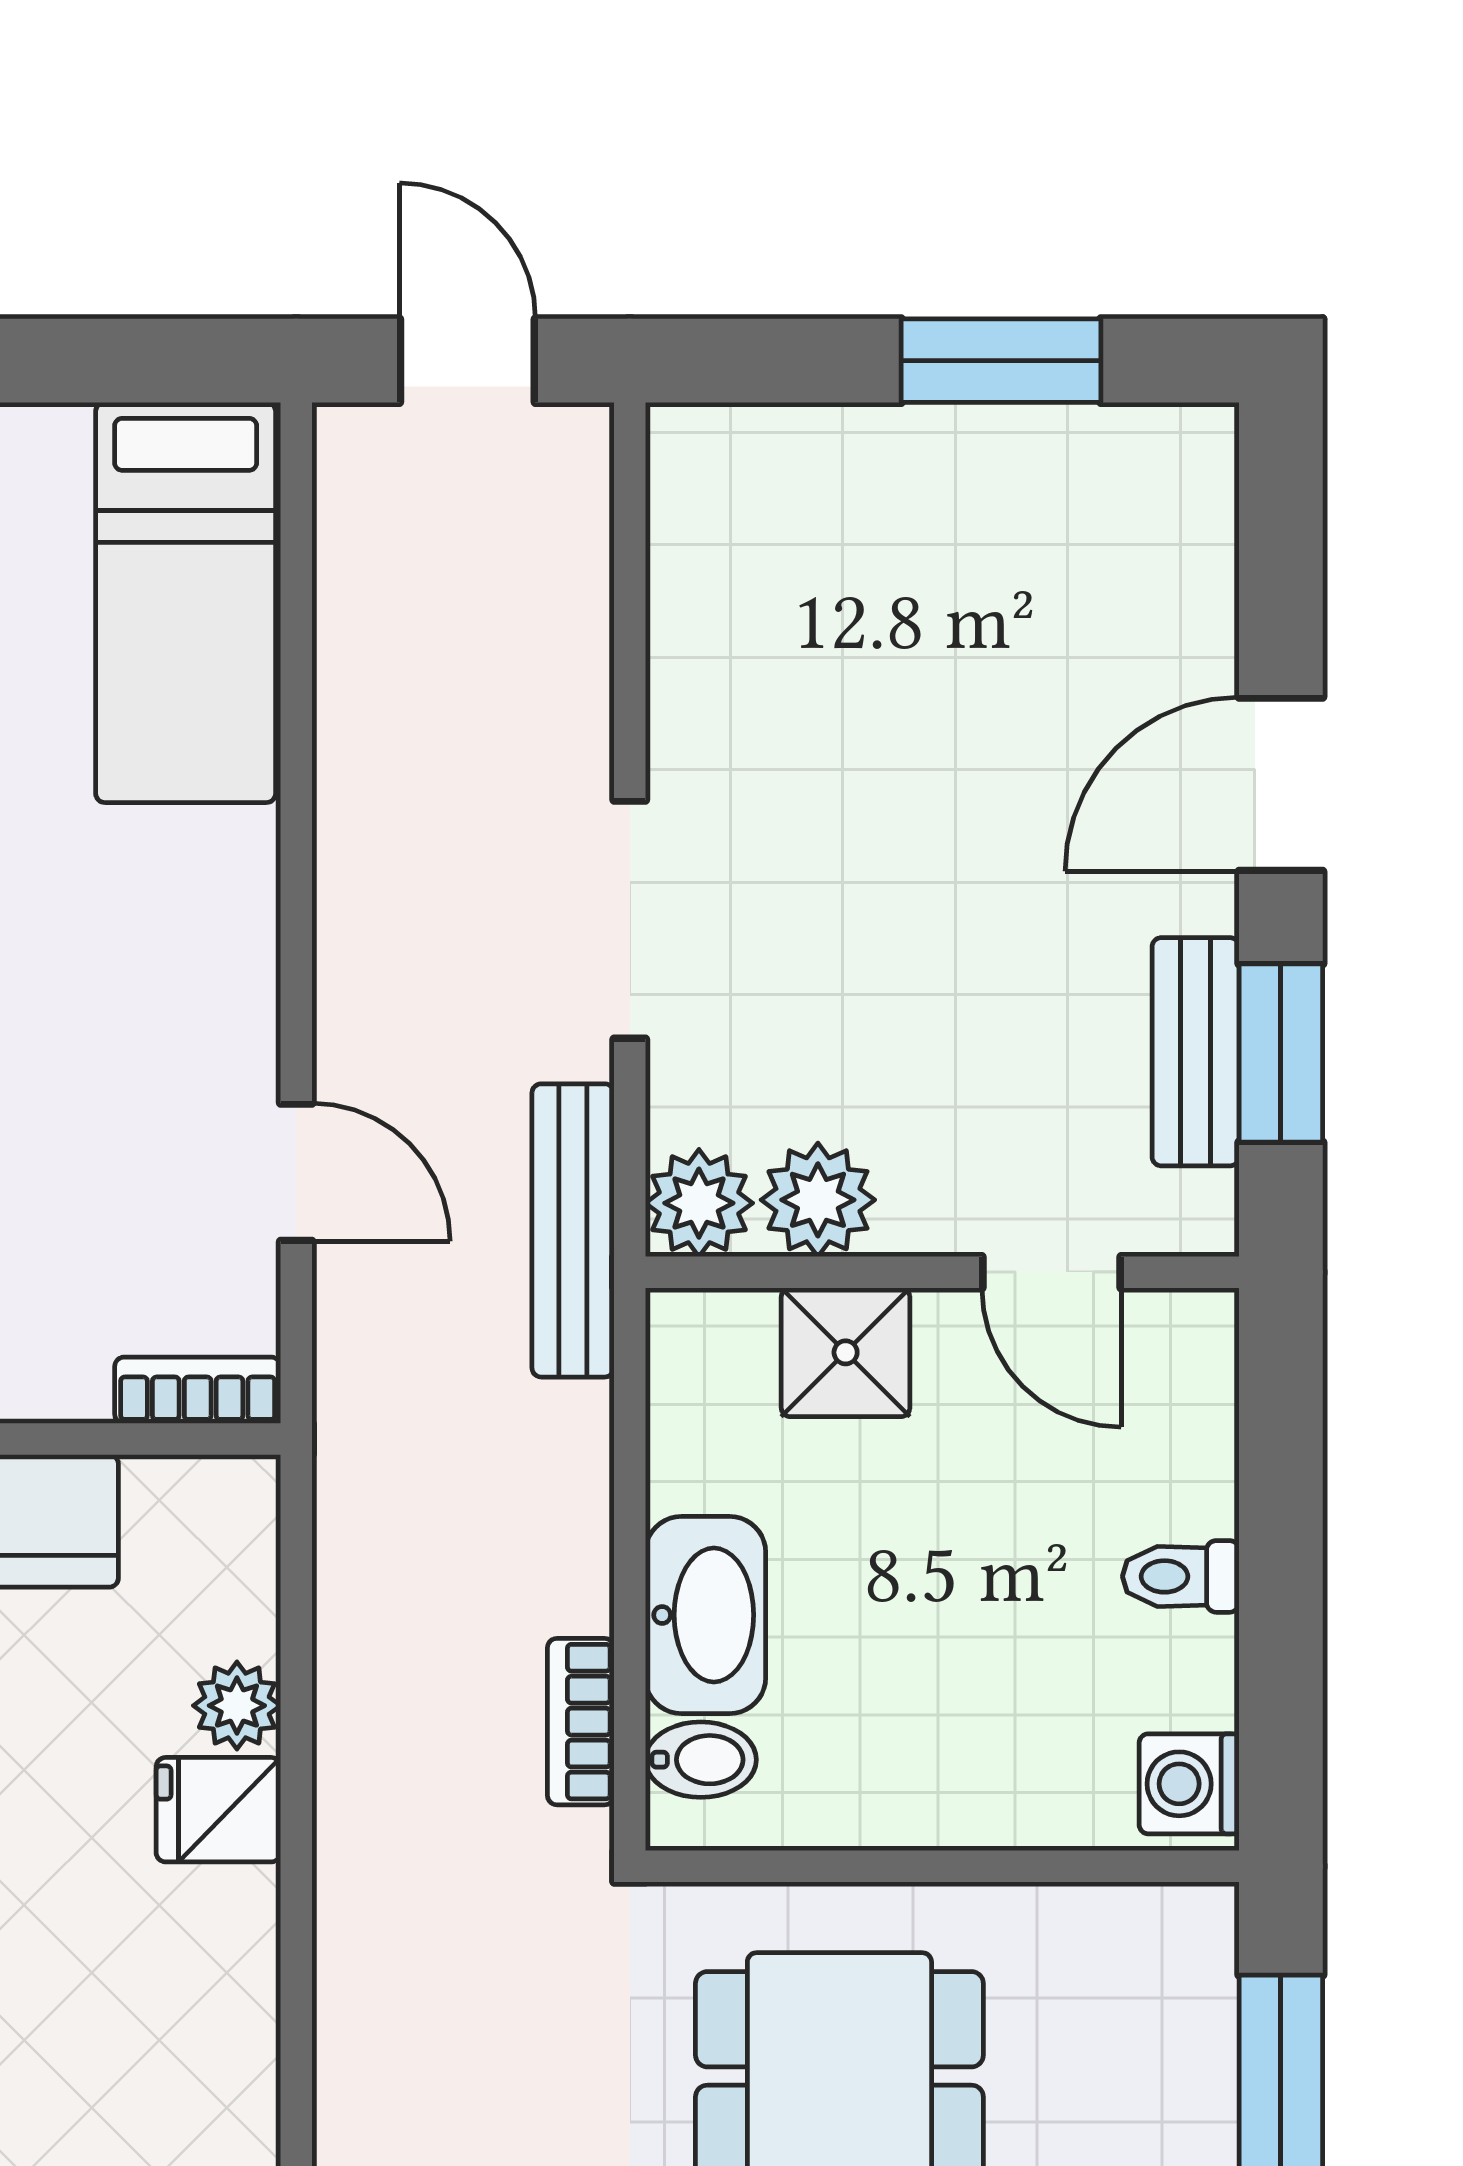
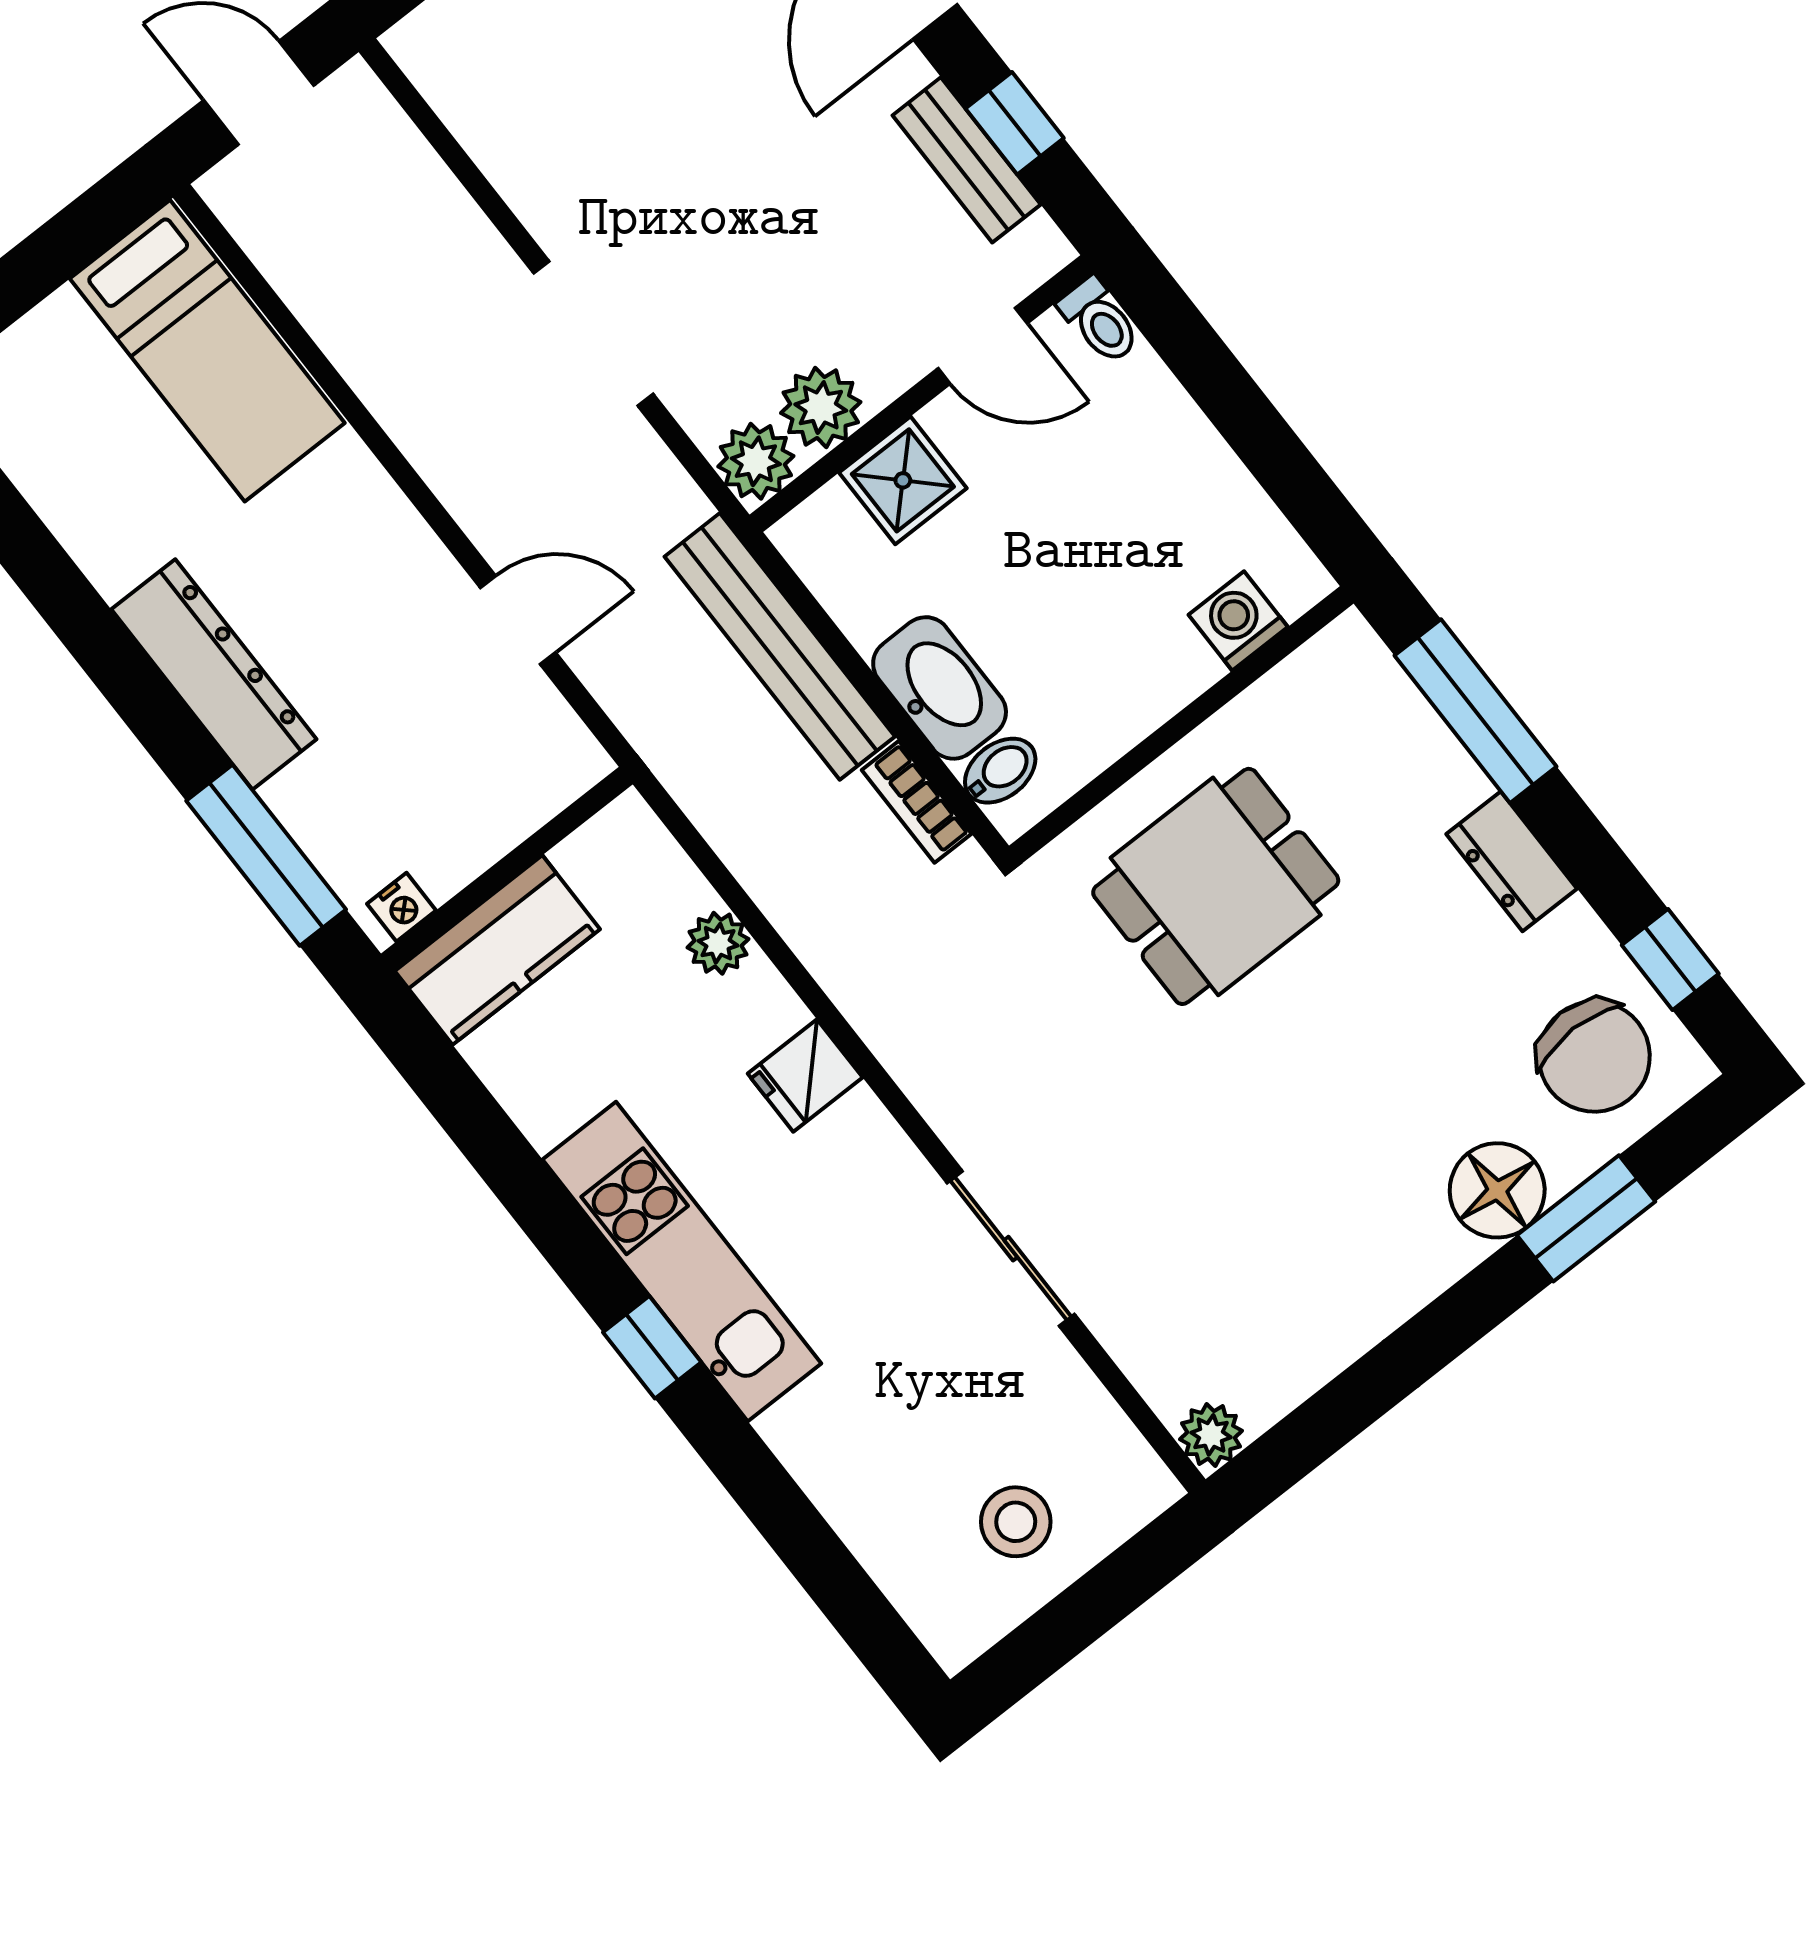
window: (1281, 1053) -> (1015, 123), width x0.67
bench: (573, 1230) -> (780, 646), moved, width x1.37, depth x1.21
bookcase: (198, 1390) -> (558, 785), removed
toilet: (1181, 1576) -> (1100, 321), moved, turned -90
washing machine: (1189, 1784) -> (1238, 621), moved, turned 90
fridge: (218, 1810) -> (805, 1076), moved

